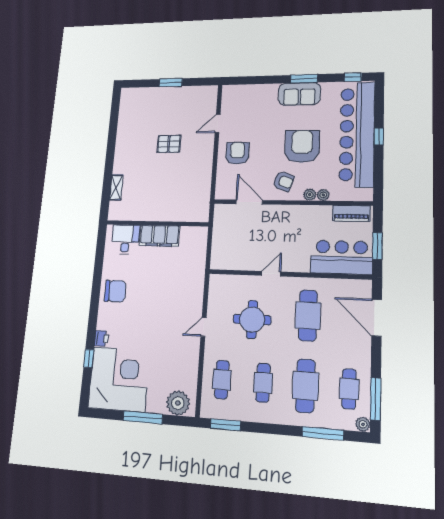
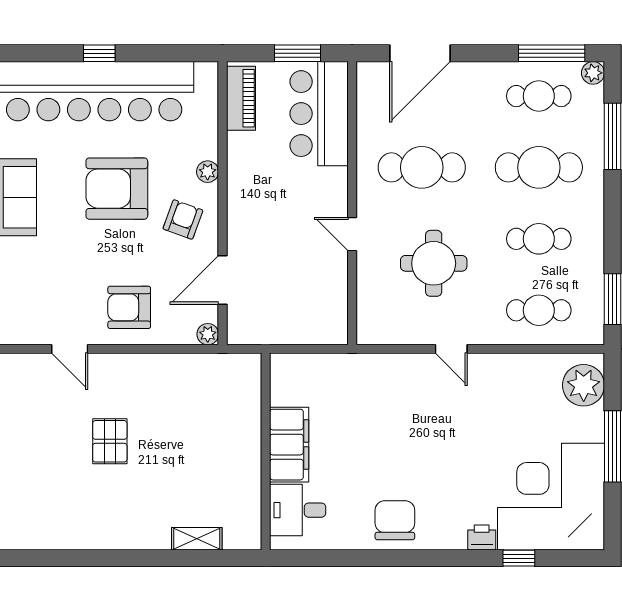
plant: (323, 195) -> (208, 334), moved

